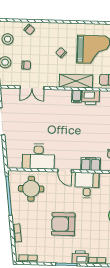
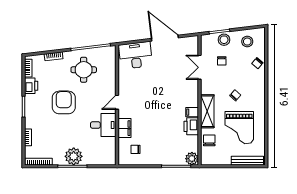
desk: (38, 157) -> (136, 55), moved, turned 83
round table: (31, 189) -> (84, 70), moved
printer: (80, 257) -> (31, 86), moved

